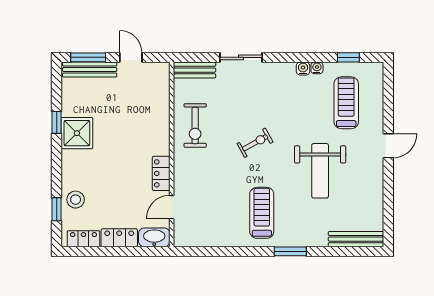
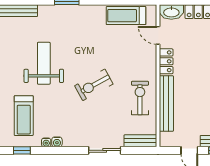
bench: (161, 118) -> (166, 104), added
exercise bike: (255, 143) -> (94, 85), width x1.38, depth x1.39
door: (172, 207) -> (158, 35), swing flipped
treadmill: (262, 213) -> (126, 16), moved, turned 90

